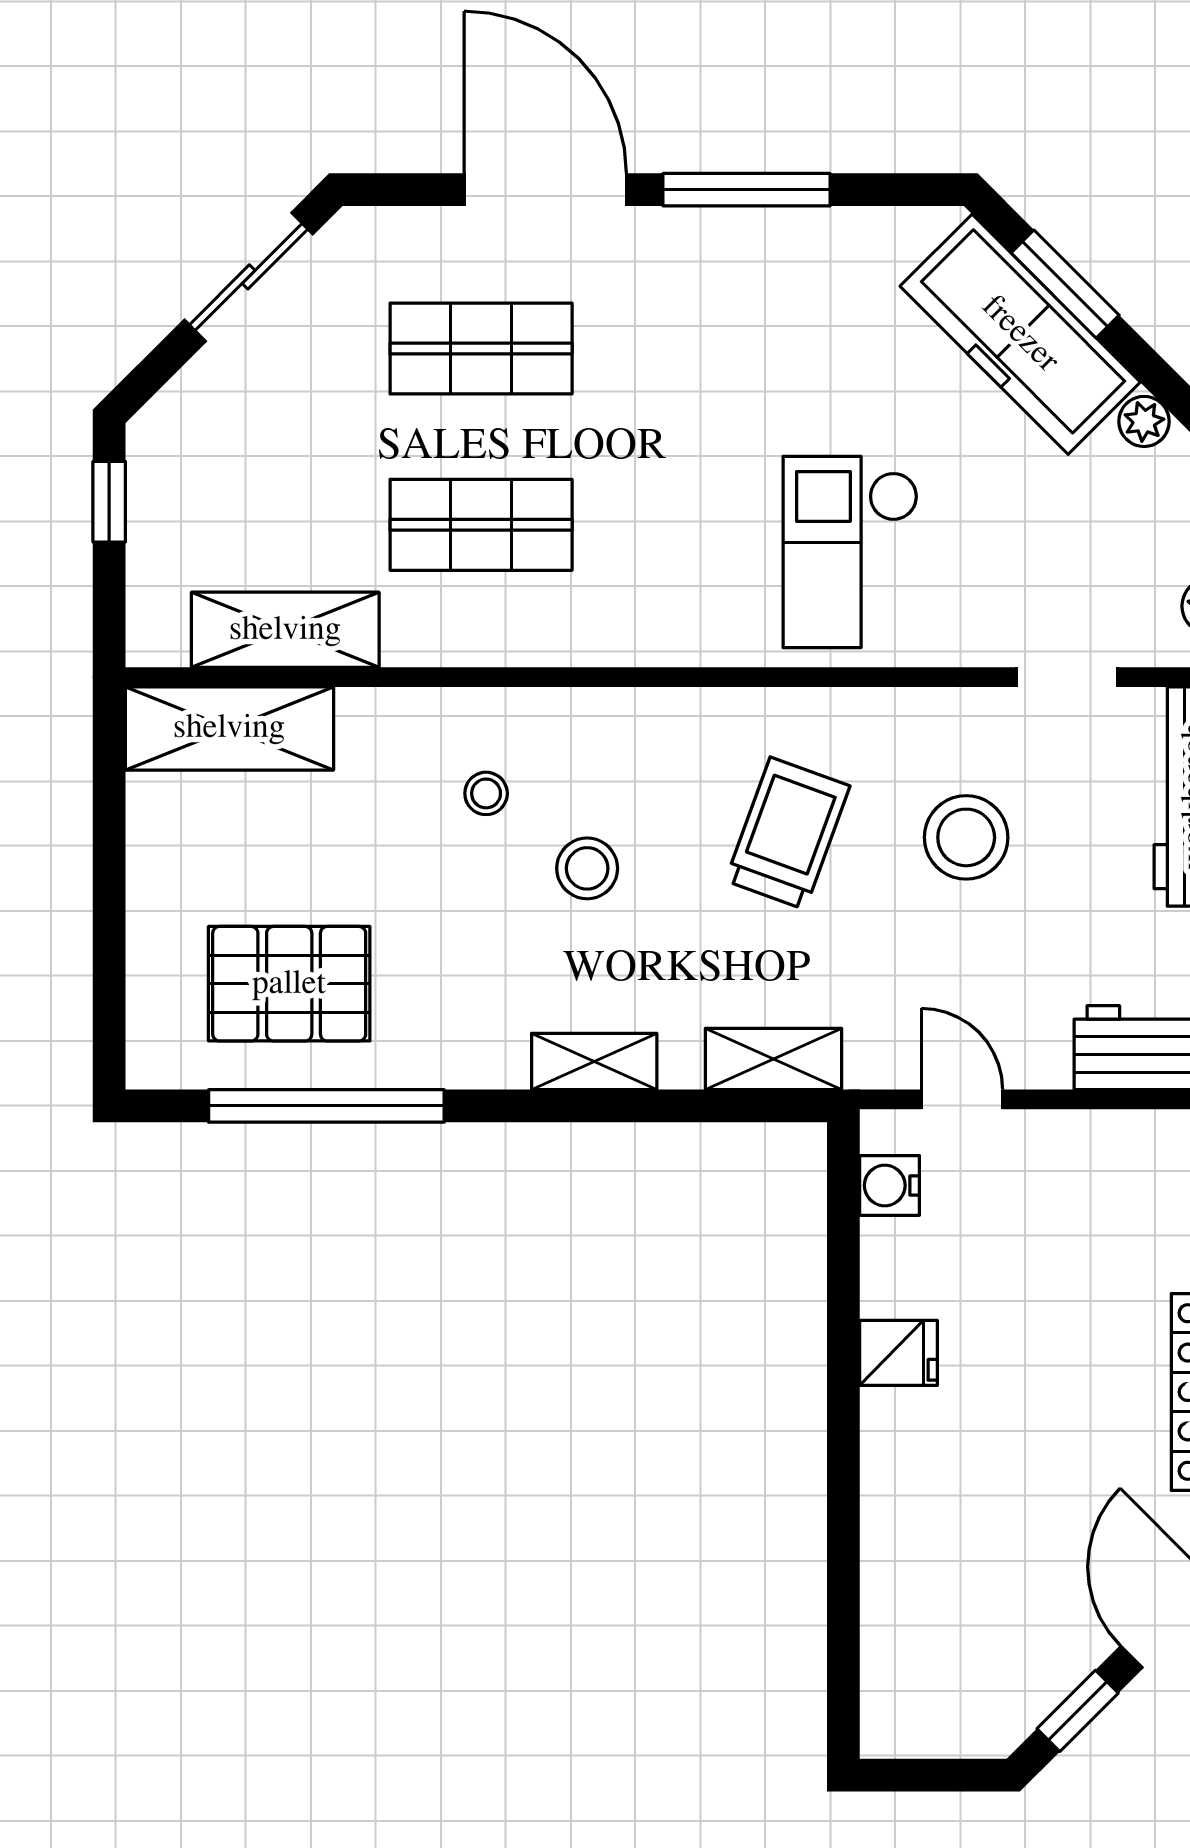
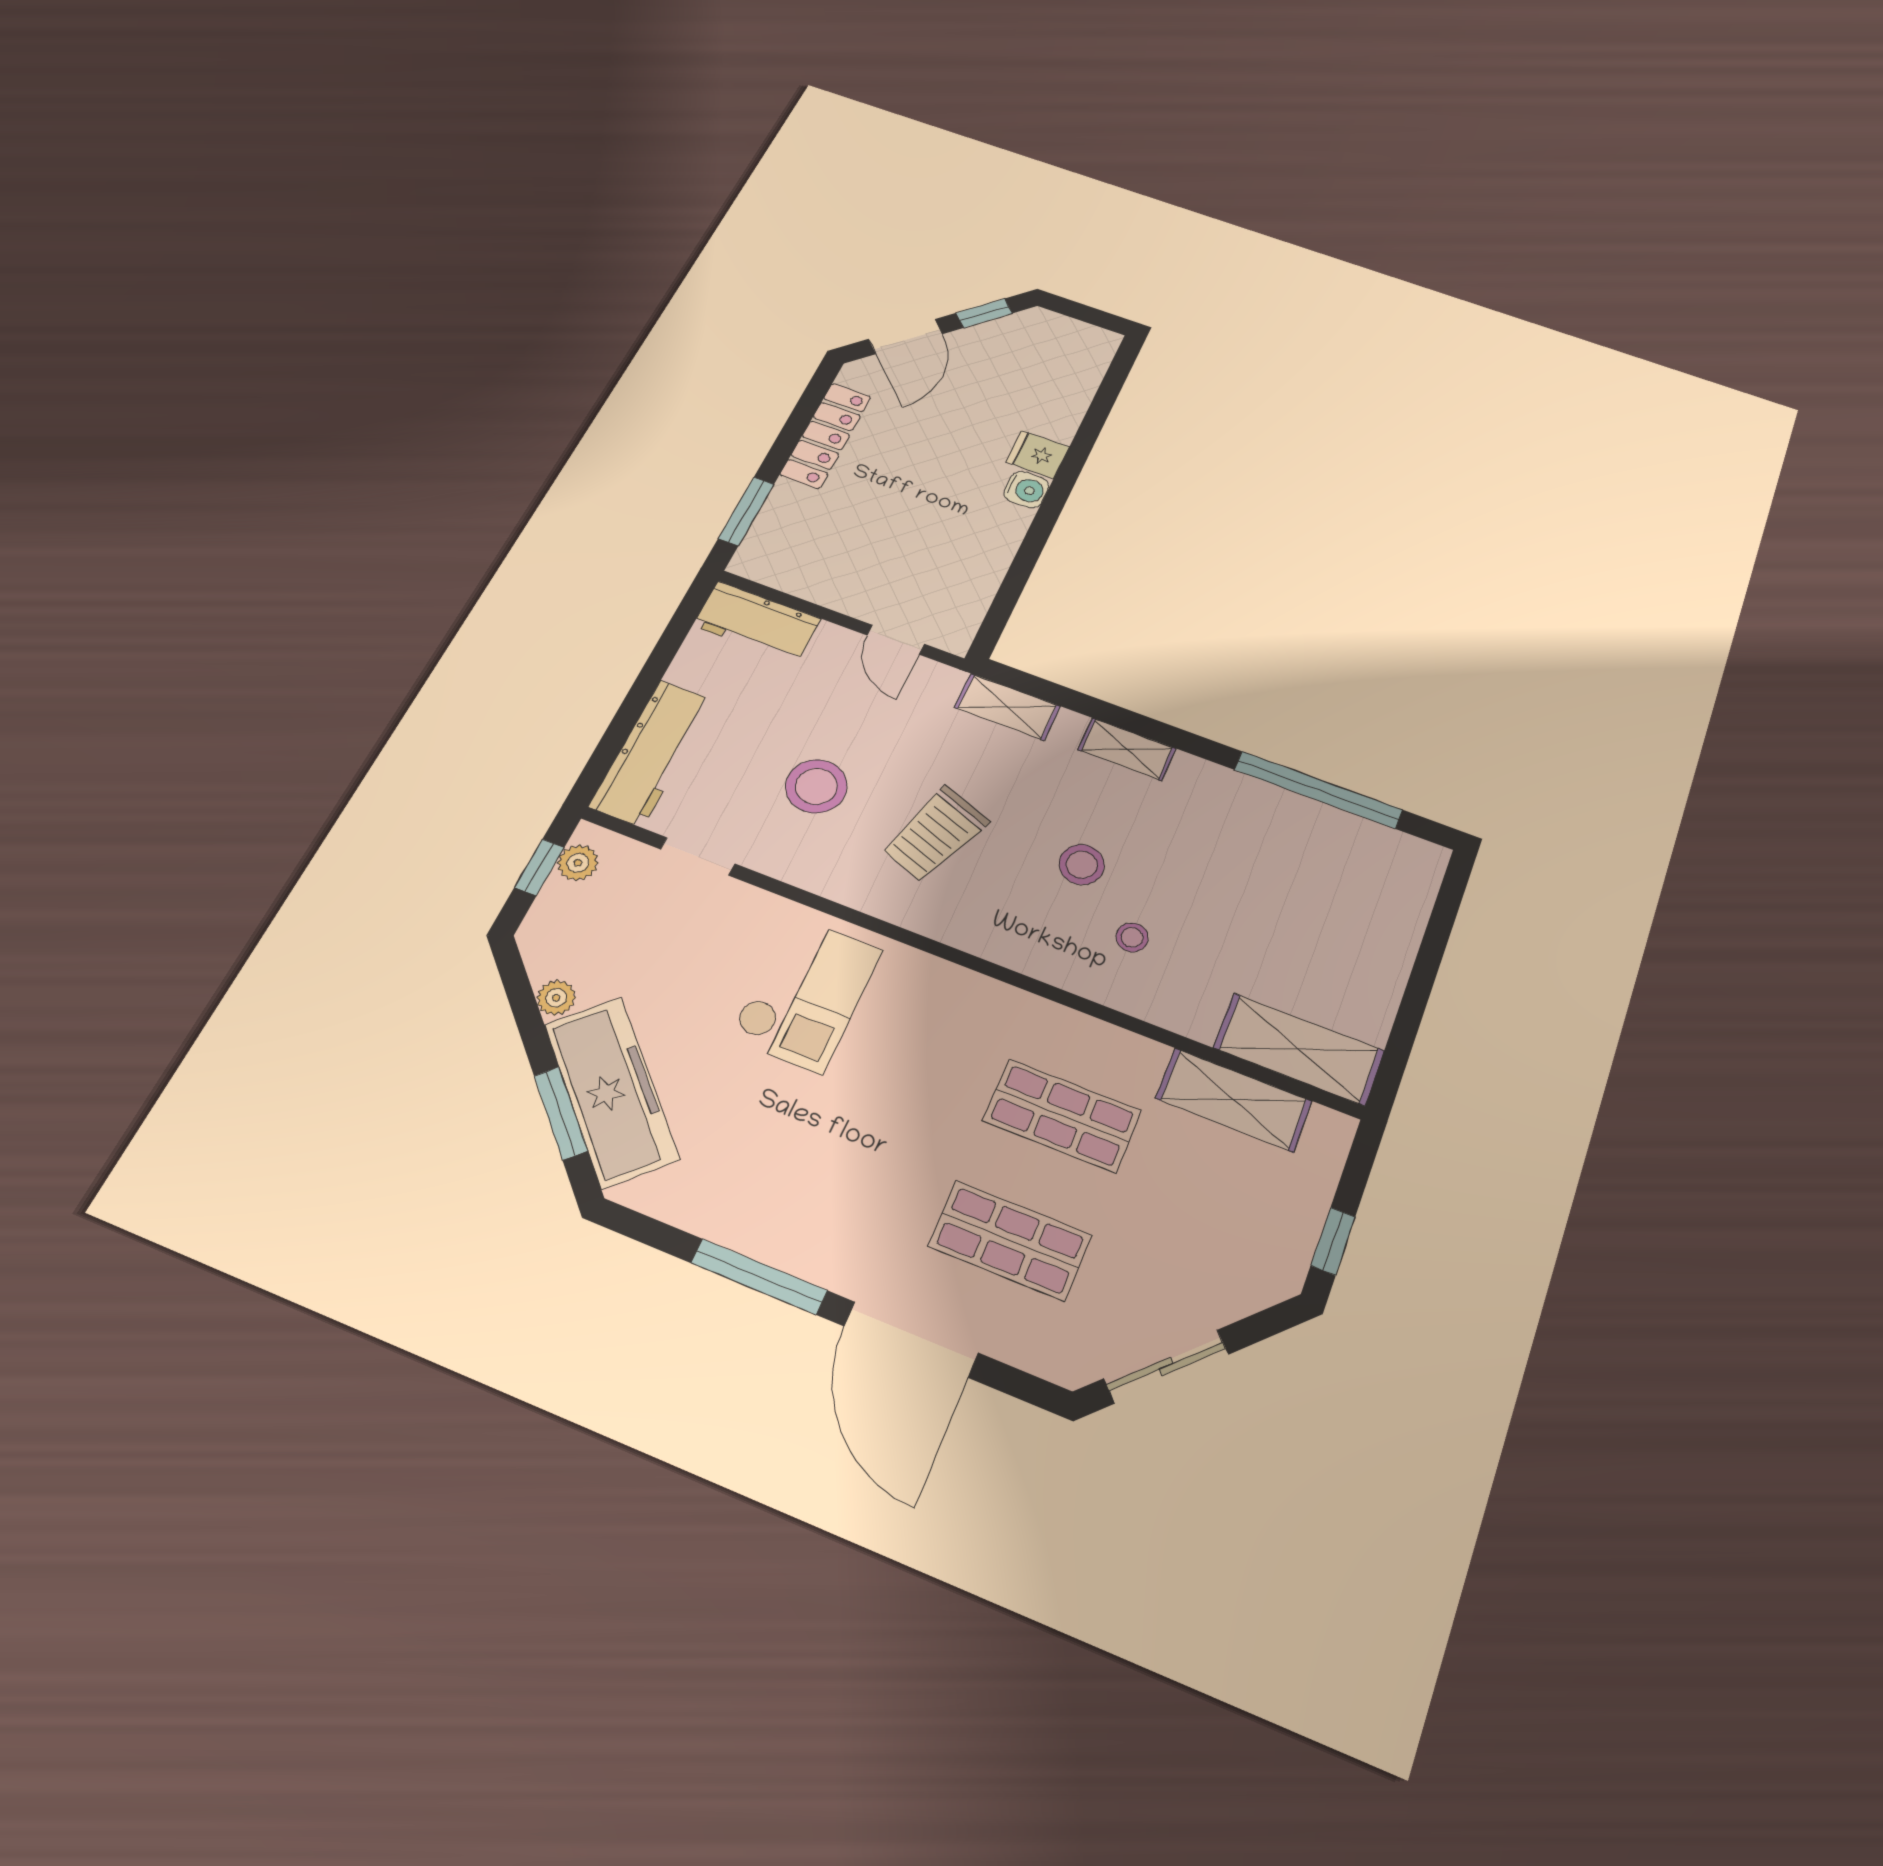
pallet: (289, 984) -> (1316, 872), removed
water cooler: (890, 1185) -> (1026, 490), moved
fridge: (898, 1353) -> (1038, 454), moved

